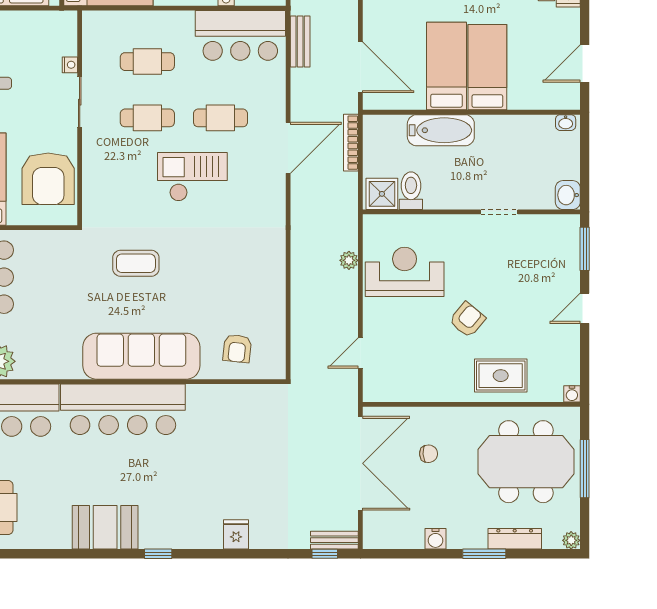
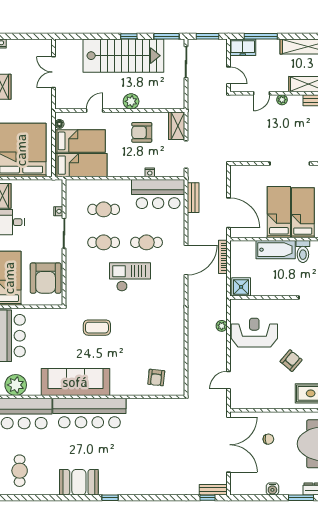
toilet: (411, 191) -> (303, 252), moved, turned 180
sofa: (141, 356) -> (75, 382), moved
fridge: (236, 534) -> (156, 486), removed

